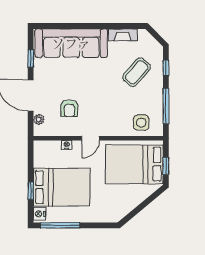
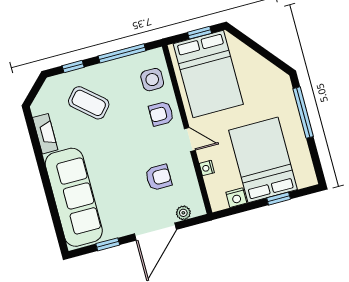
armchair: (115, 123) -> (161, 114), added
nightstand: (39, 214) -> (236, 198), moved
window: (60, 225) -> (303, 113), moved

